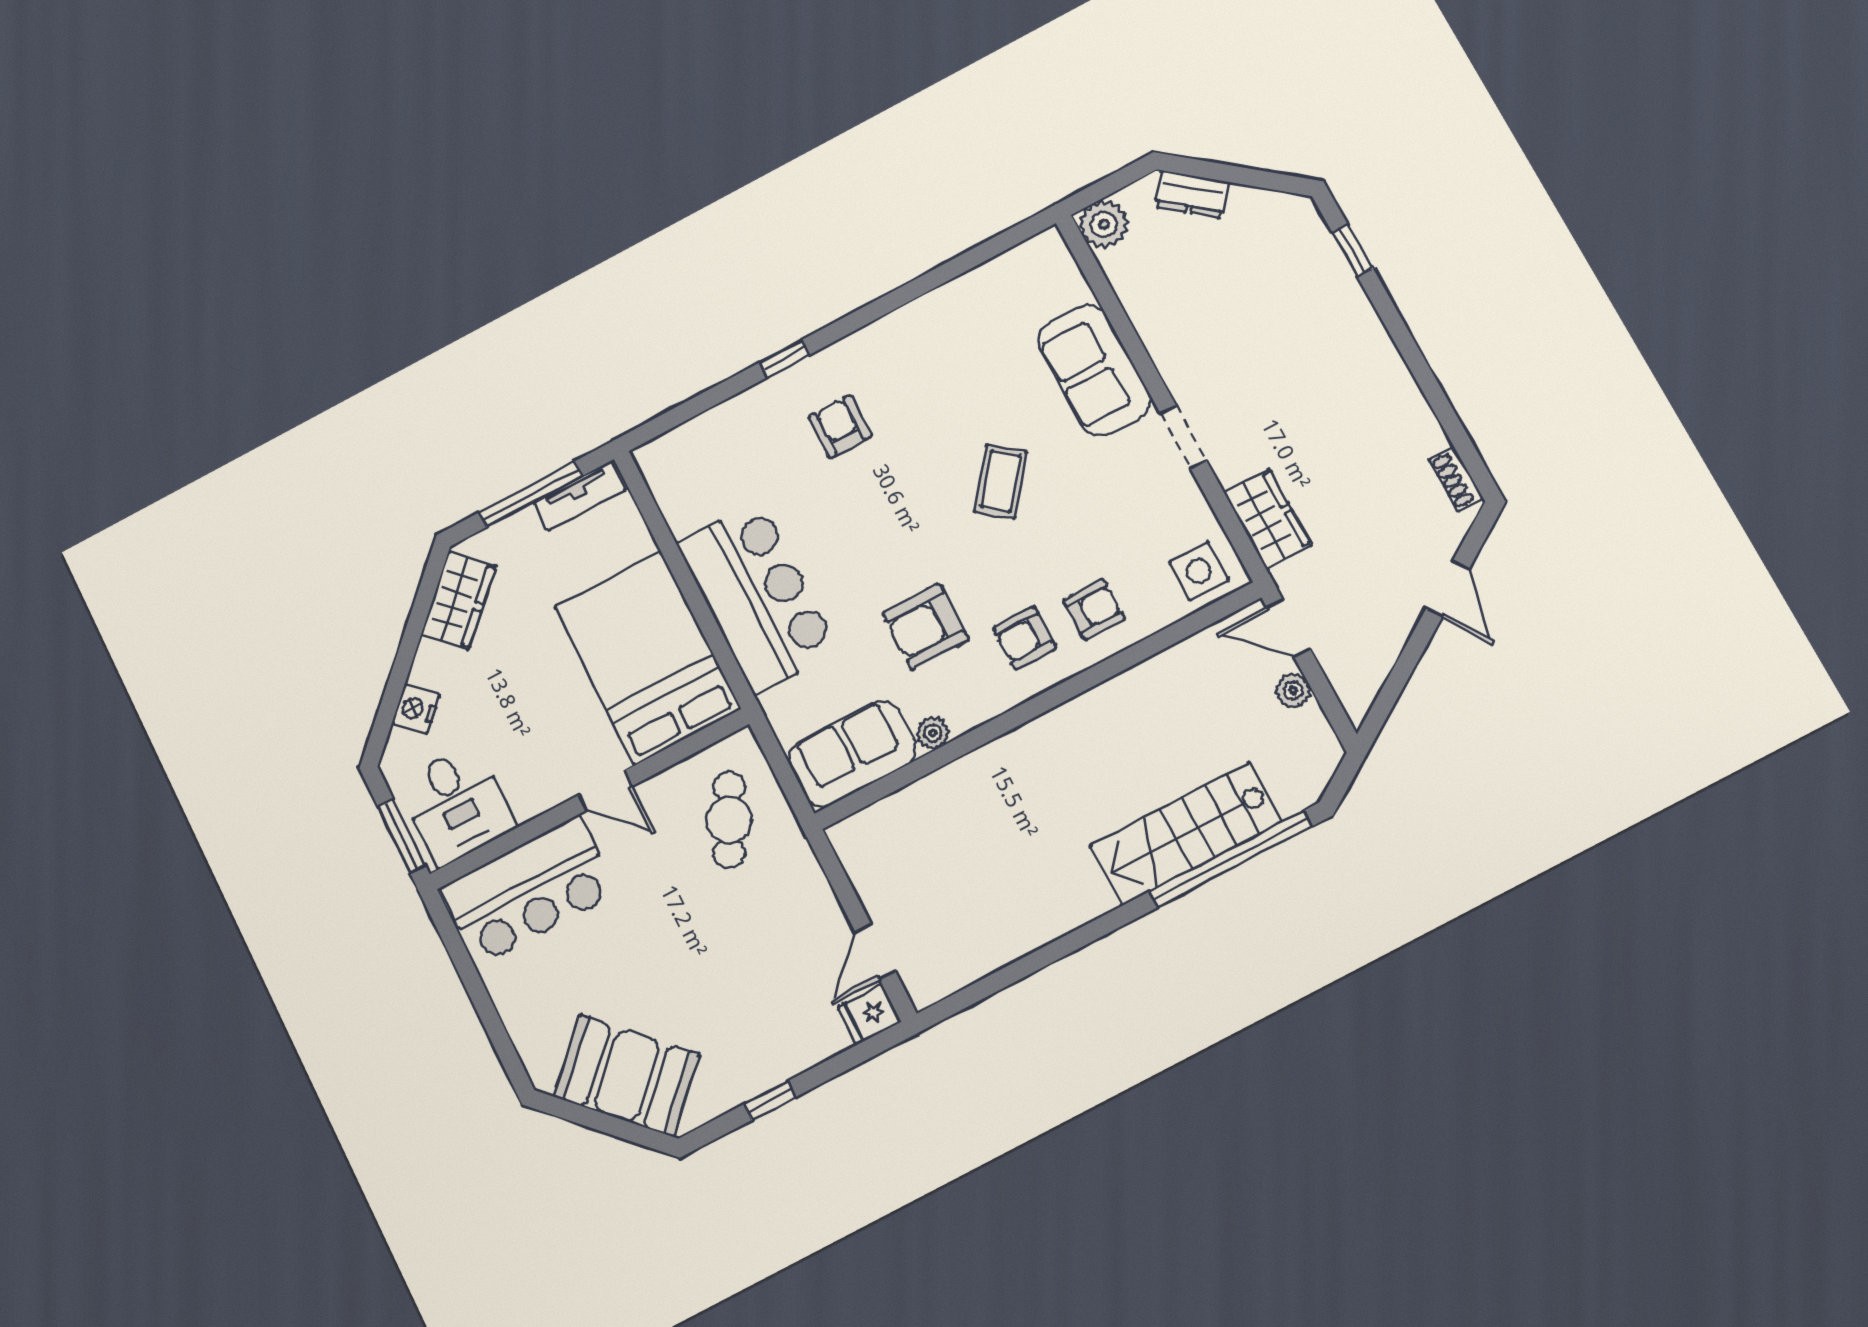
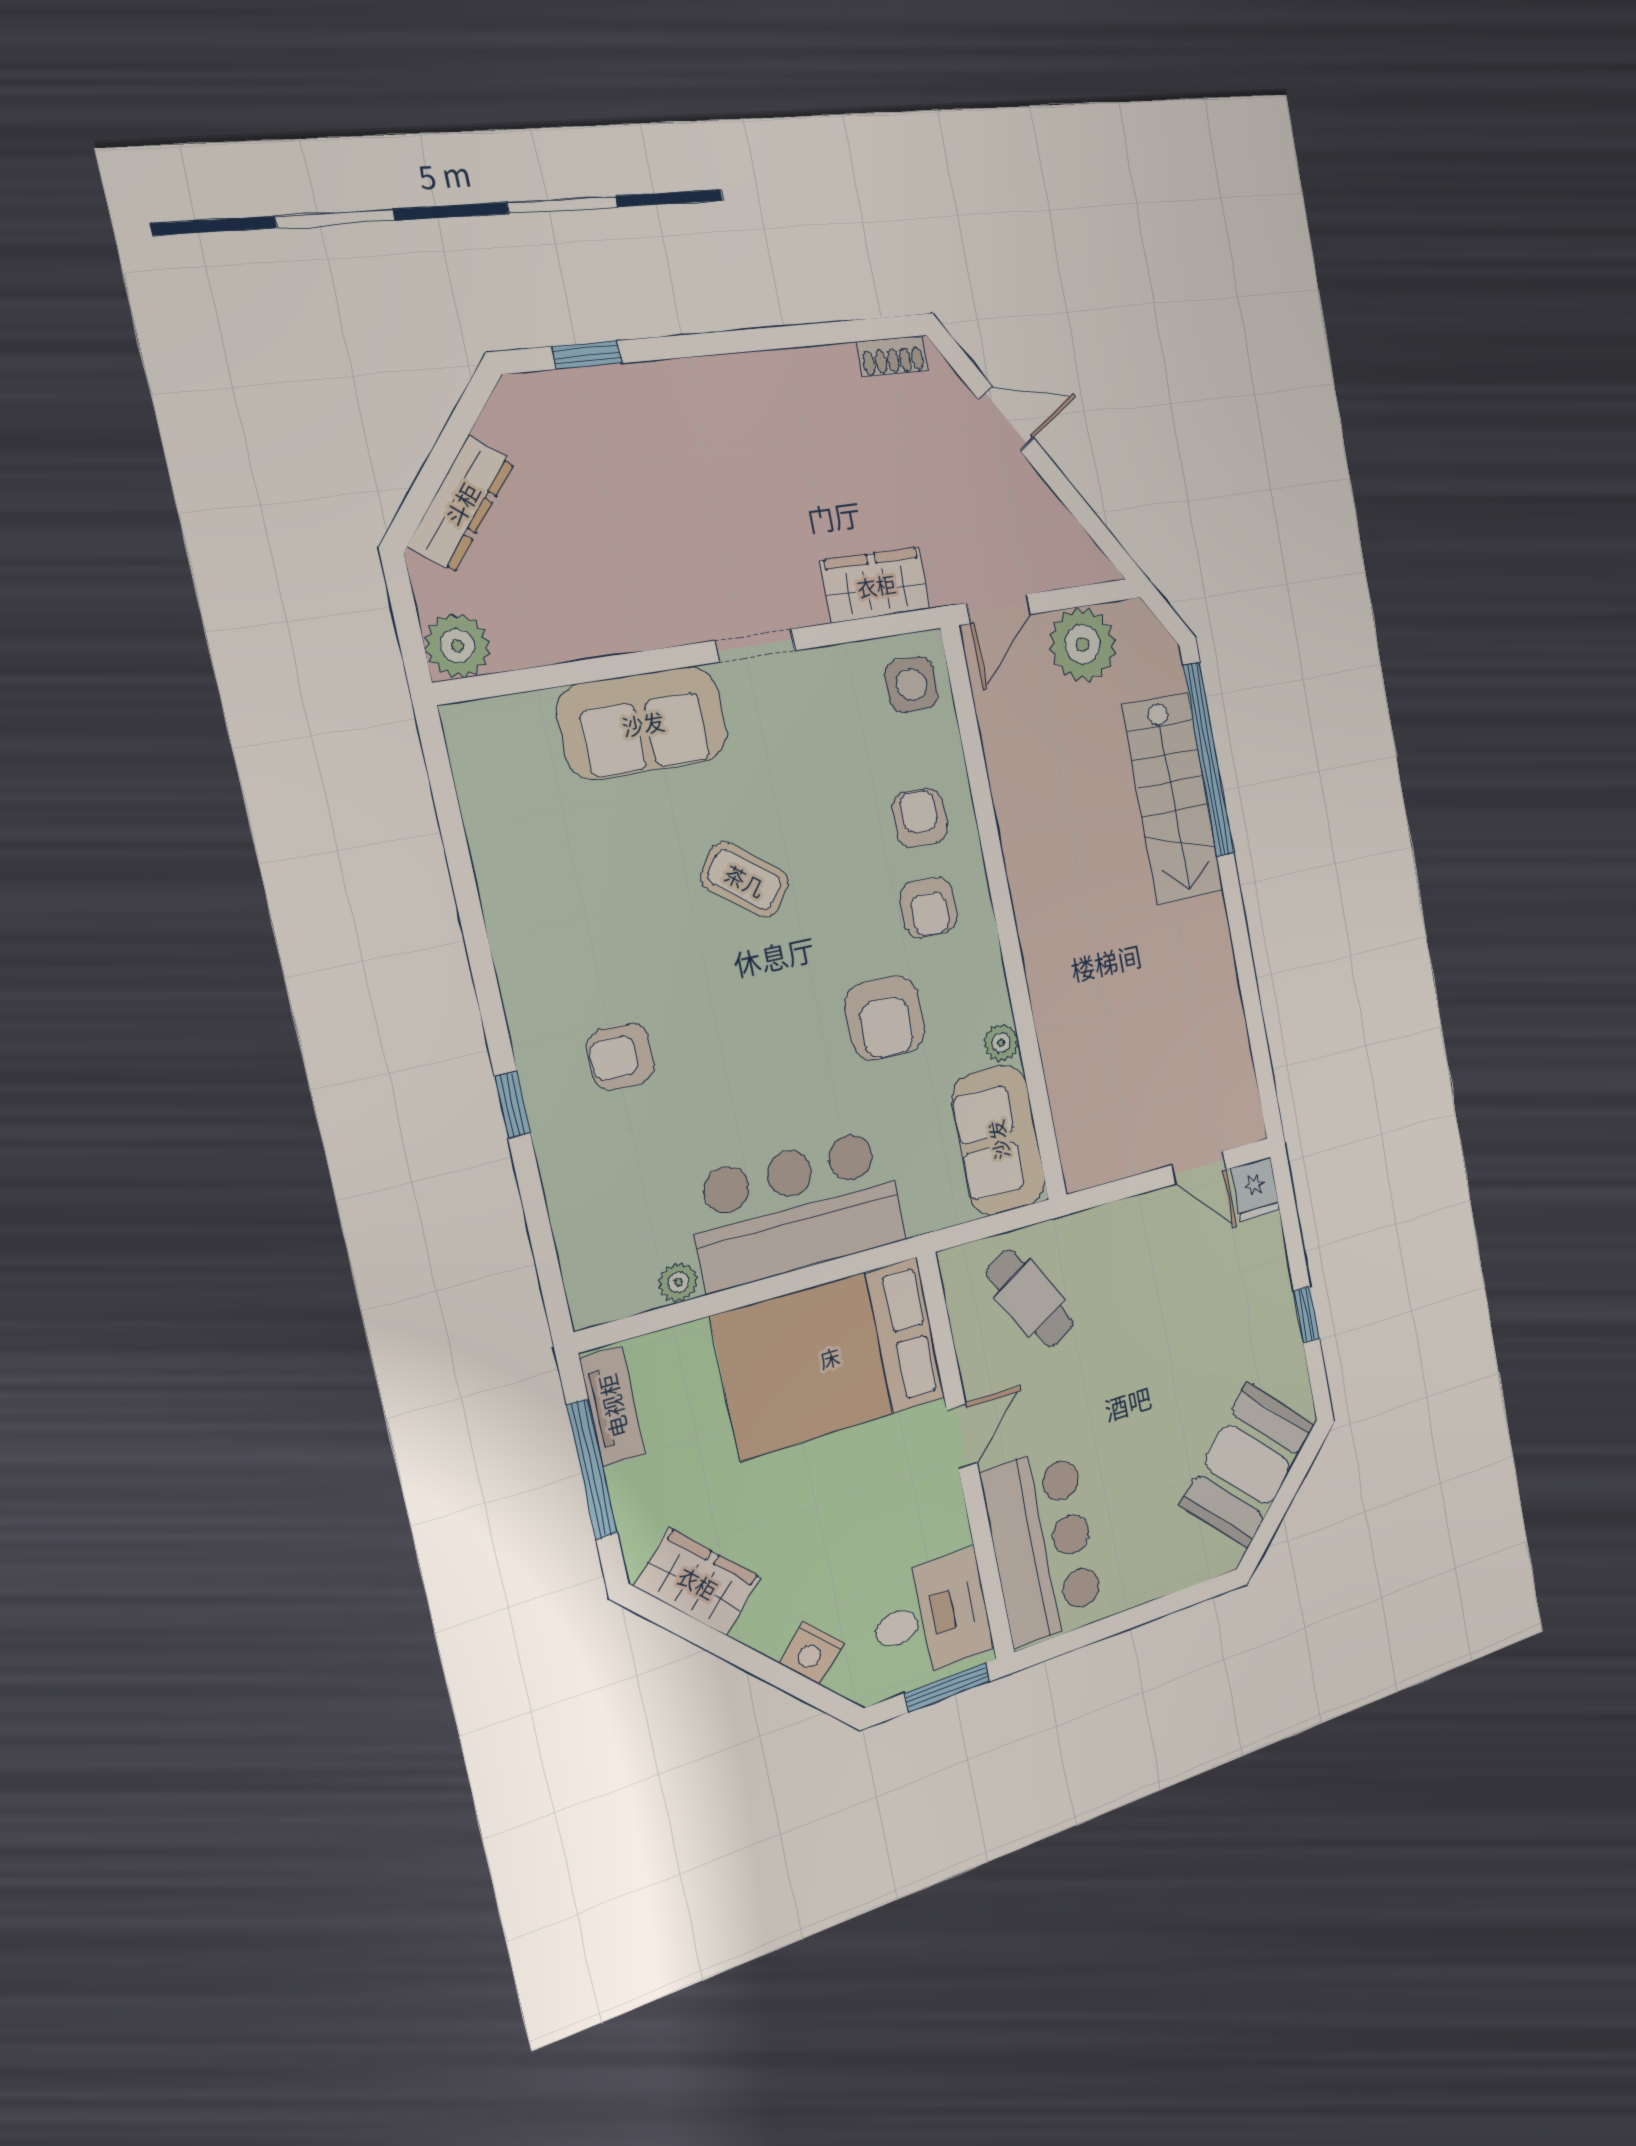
dresser: (1192, 194) -> (461, 504), width x1.44
plant: (681, 519) -> (678, 1282), added
plant: (1293, 691) -> (1083, 644), width x1.88, depth x1.88
cafe table: (729, 820) -> (1030, 1298), turned 33

